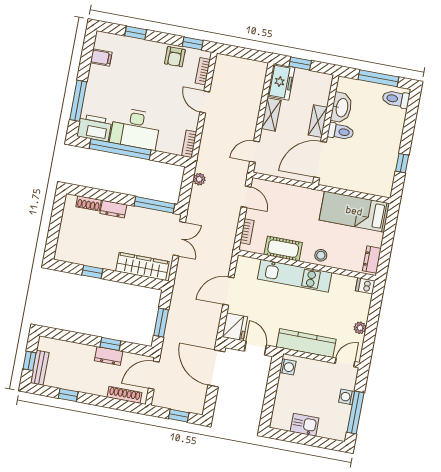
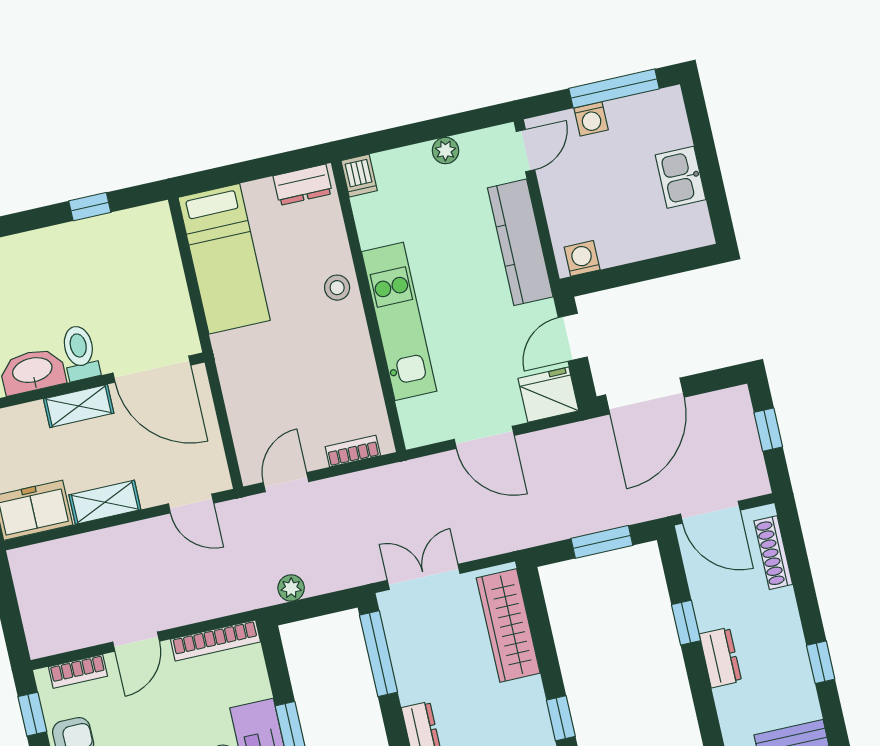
bookcase: (189, 144) -> (215, 641), width x1.56
cot: (283, 249) -> (356, 366), removed
dresser: (109, 356) -> (720, 658), moved
door: (345, 362) -> (525, 151), swing flipped

